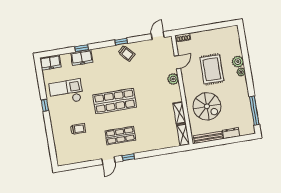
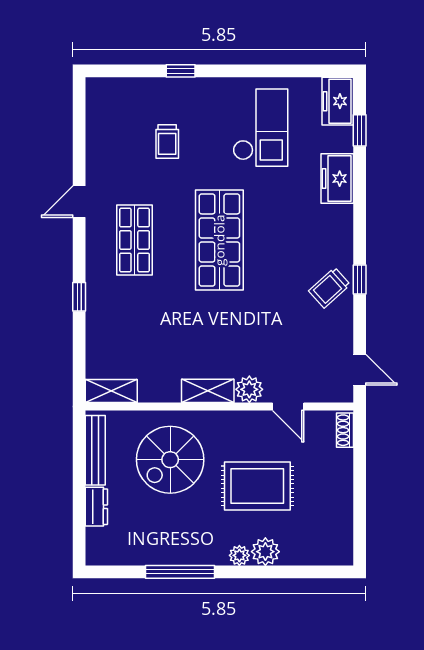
window: (82, 48) -> (360, 130), moved
window: (45, 105) -> (181, 71), moved
window: (254, 111) -> (180, 572), moved
shelving: (179, 113) -> (208, 391), moved
window: (128, 157) -> (79, 297), moved
door: (108, 161) -> (79, 202), hinge flipped

